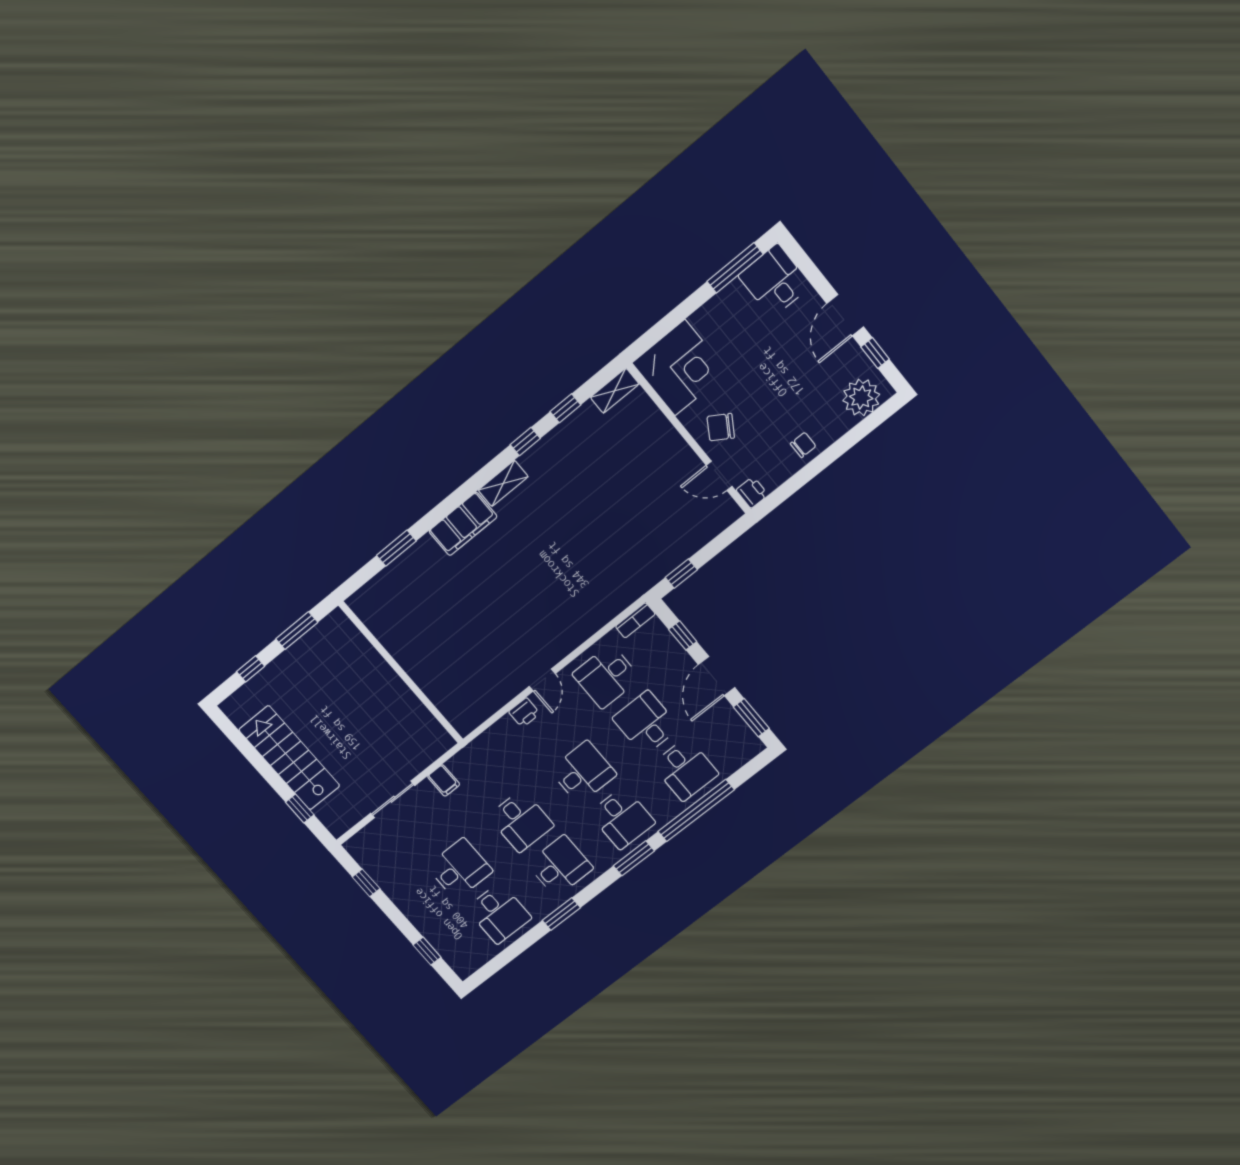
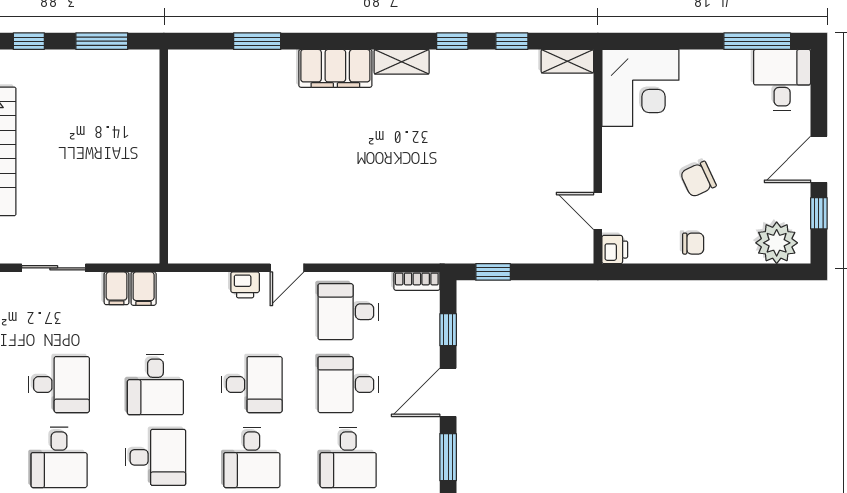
chair: (721, 427) -> (698, 179), moved, turned -57
desk: (646, 723) -> (348, 385), turned -90
filing cabinet: (461, 767) -> (144, 289), added

